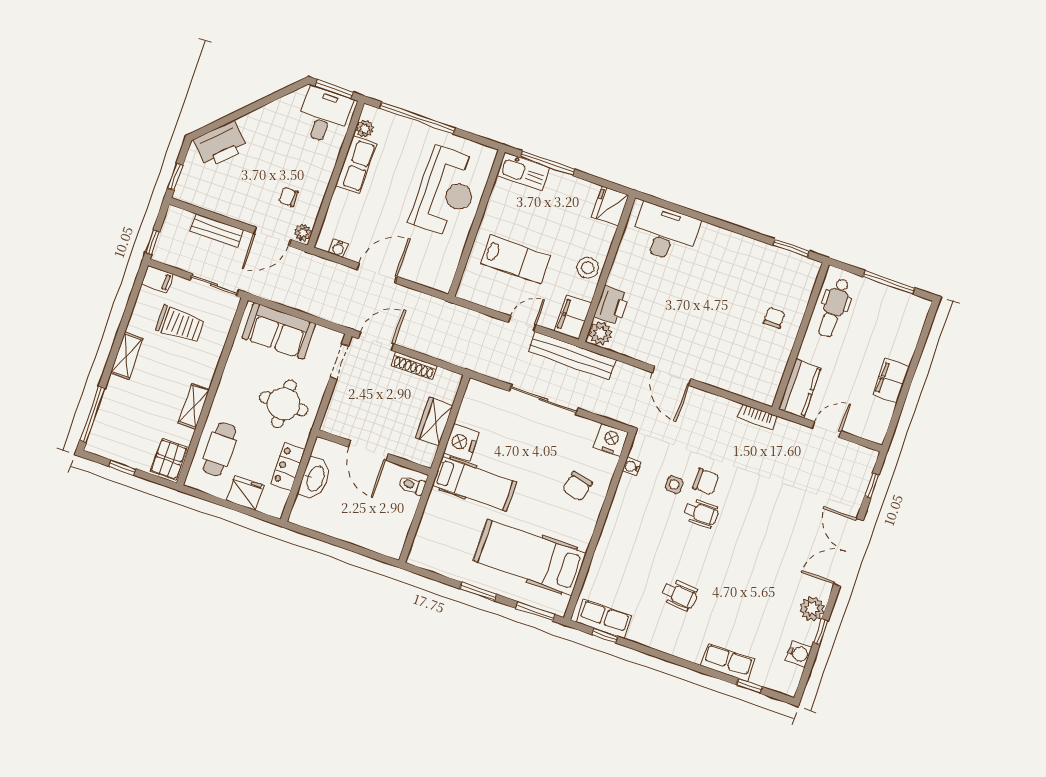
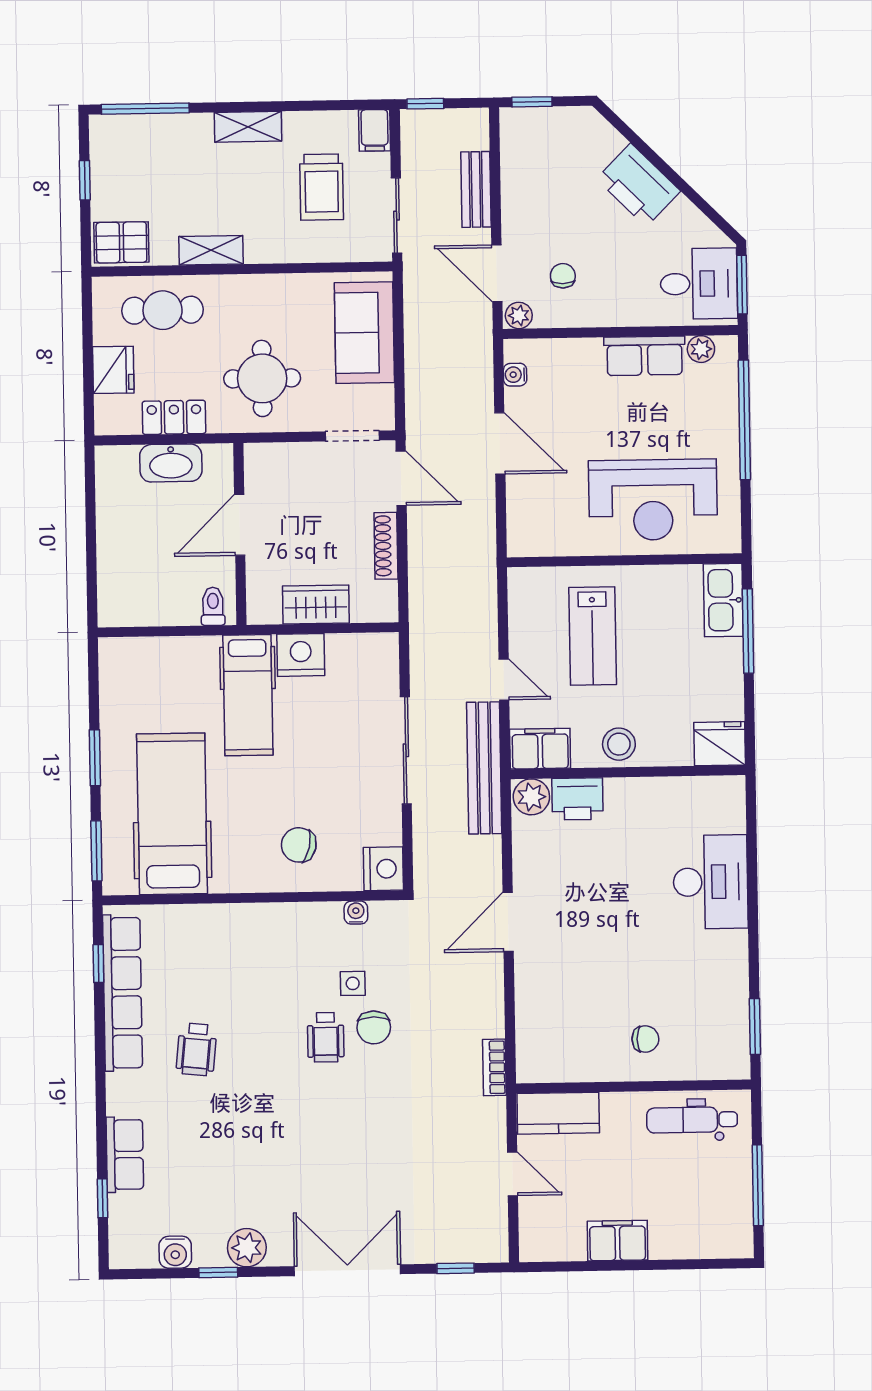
printer: (221, 144) -> (638, 185), moved
desk: (665, 233) -> (711, 882), moved
row of seats: (604, 619) -> (122, 993), width x2.02

